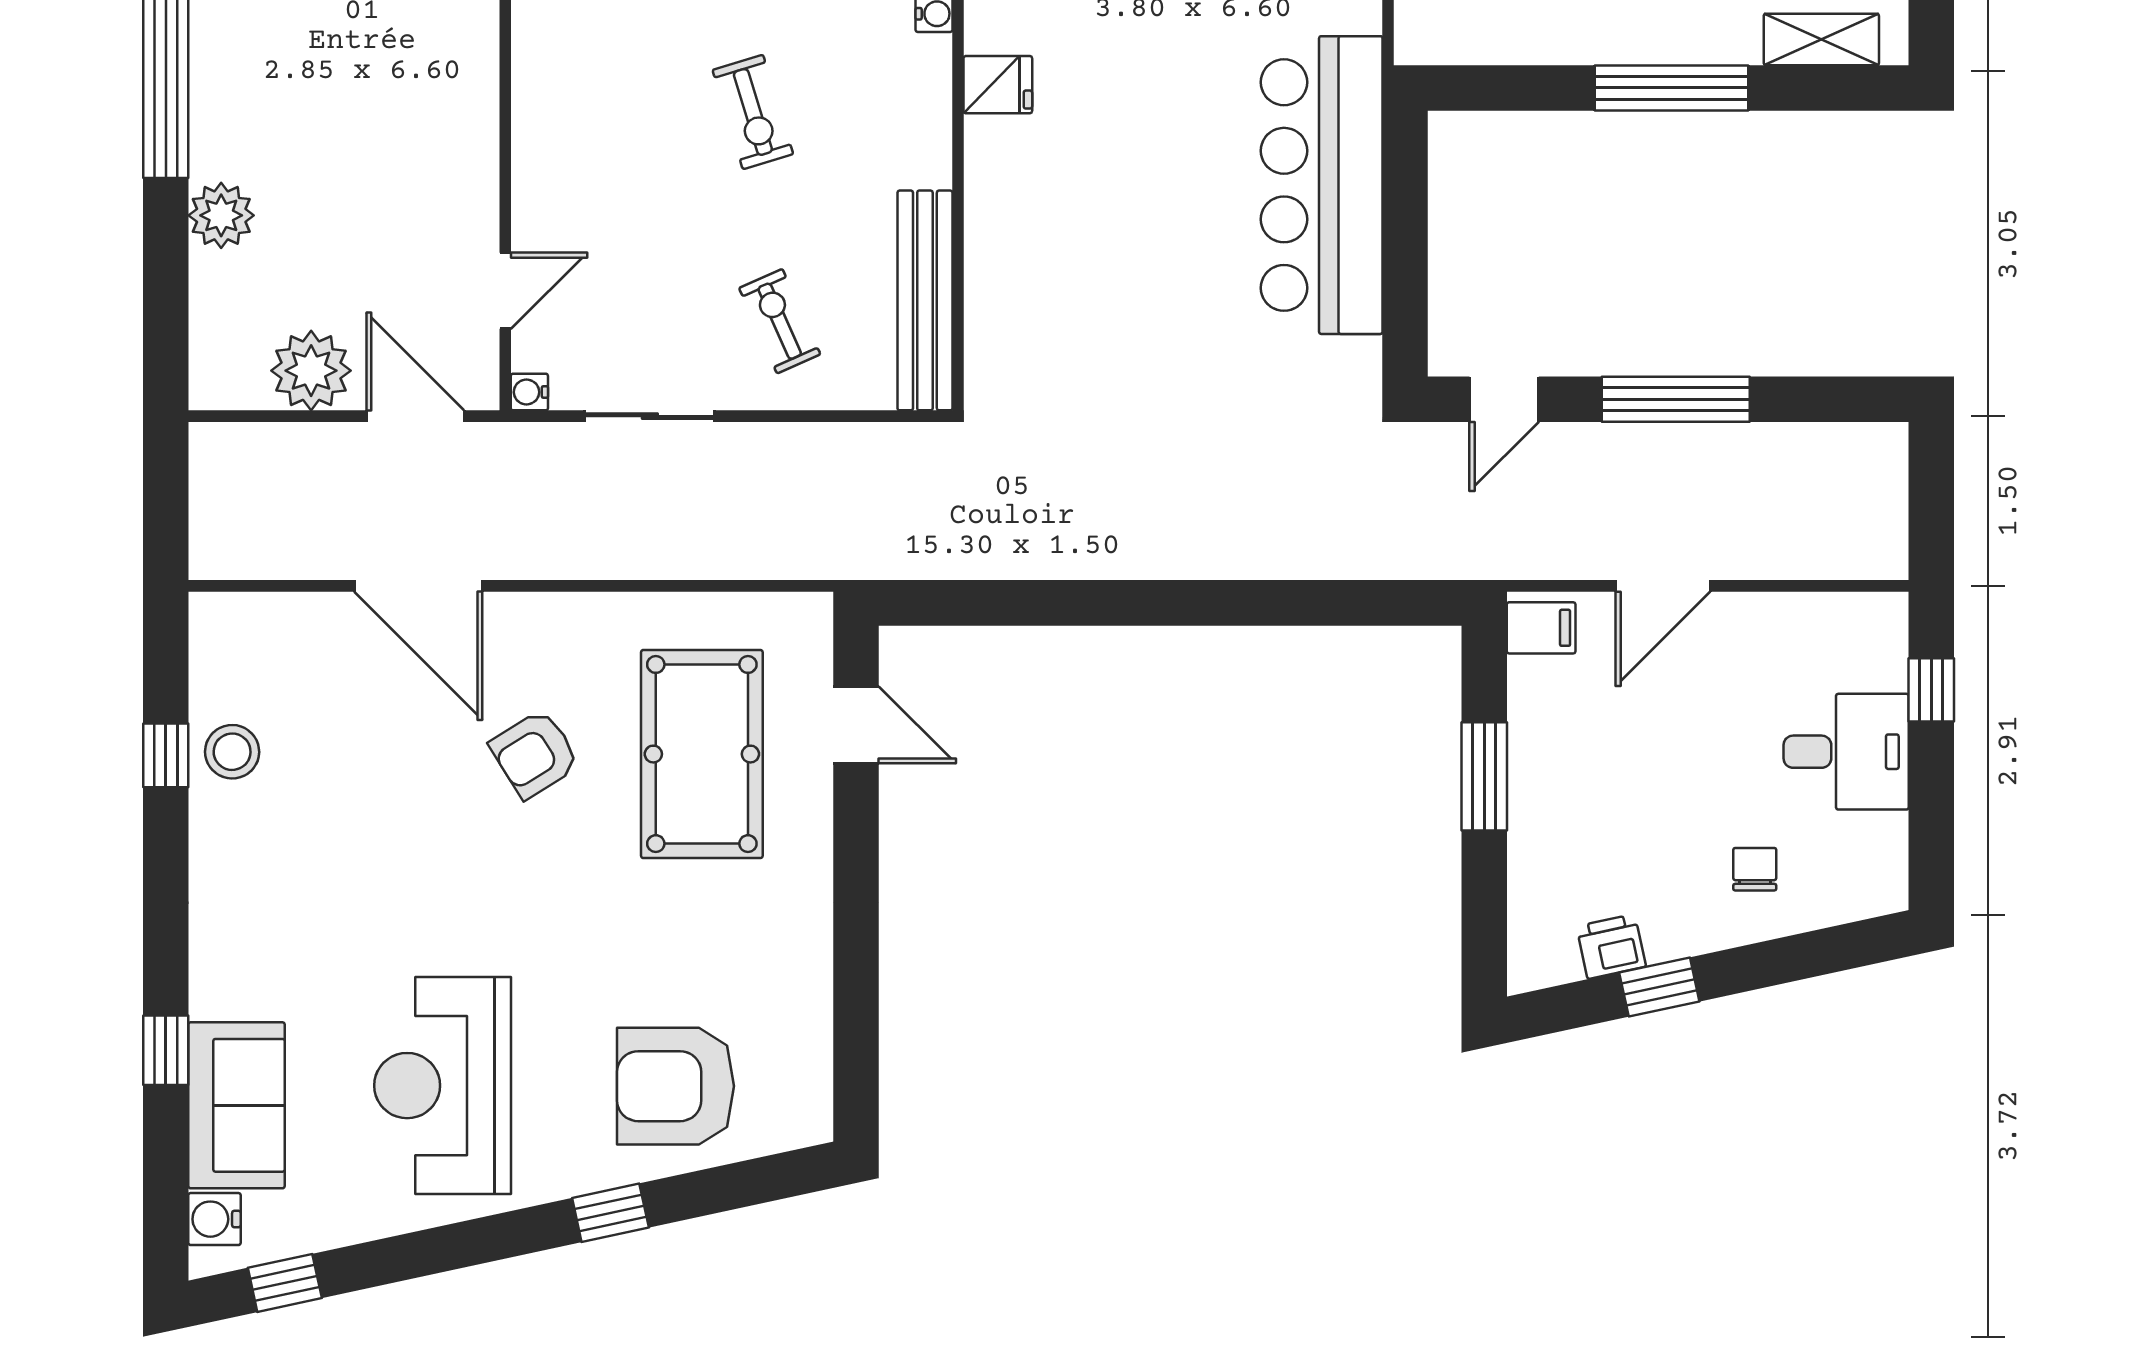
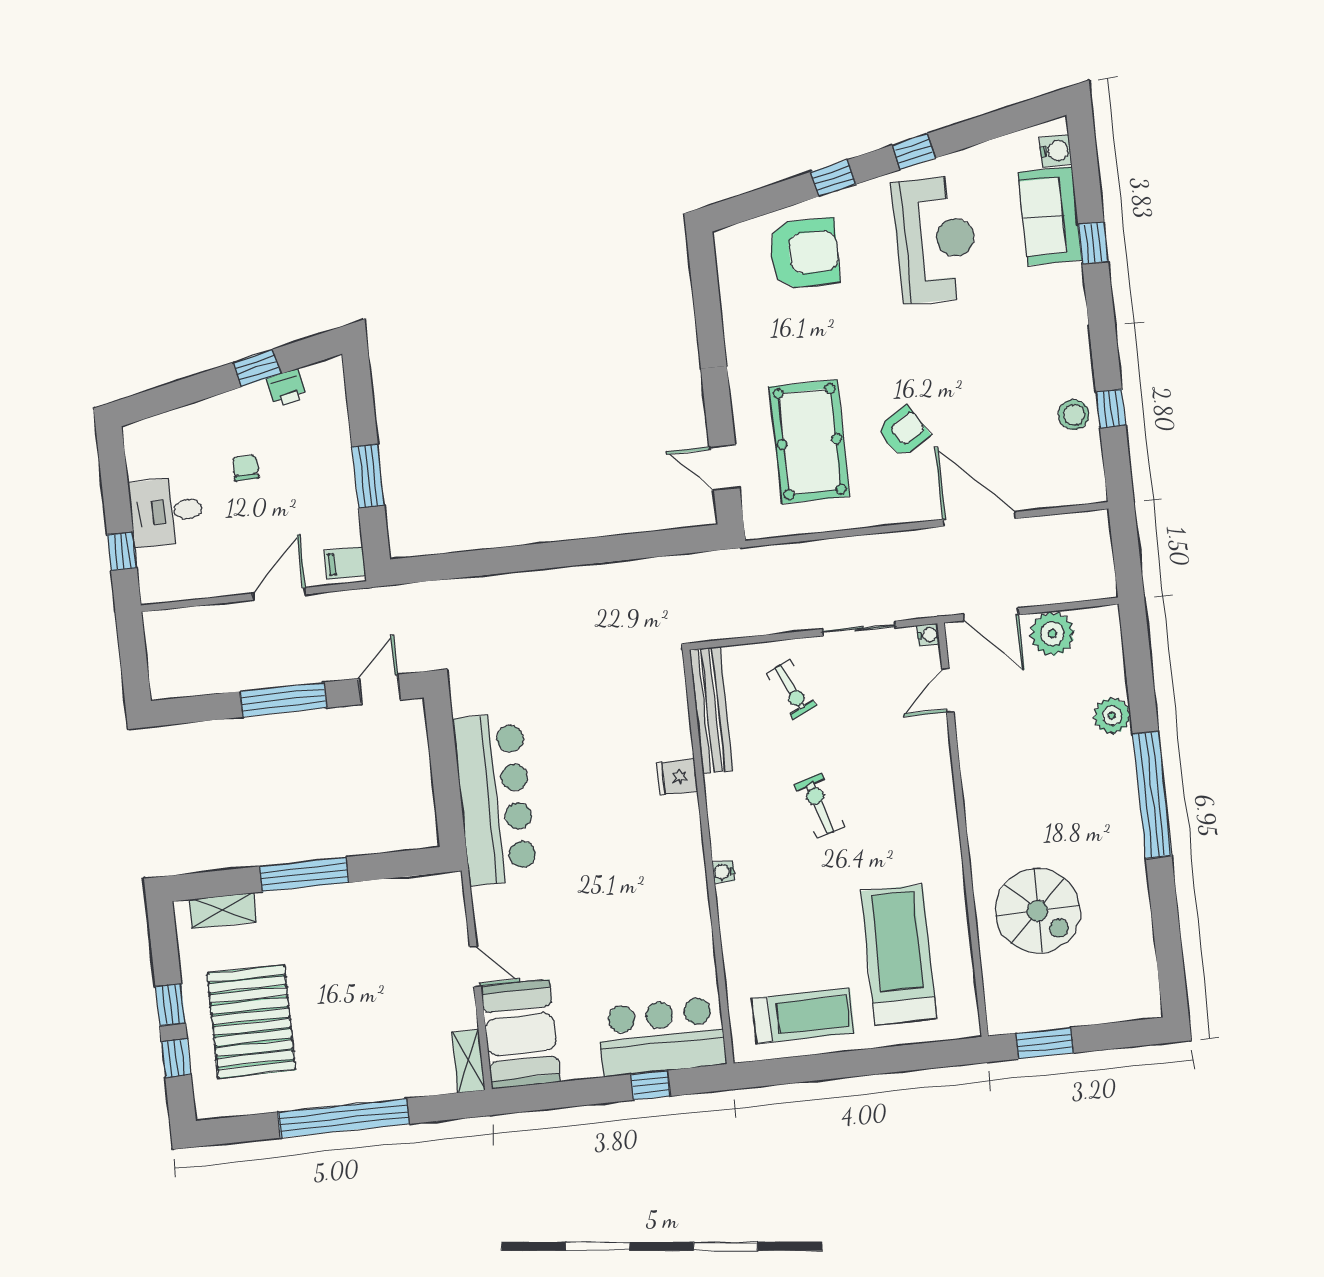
fridge: (998, 85) -> (677, 777), moved
chair: (1755, 869) -> (246, 468), moved, turned 180
window: (285, 1283) -> (914, 152), moved

